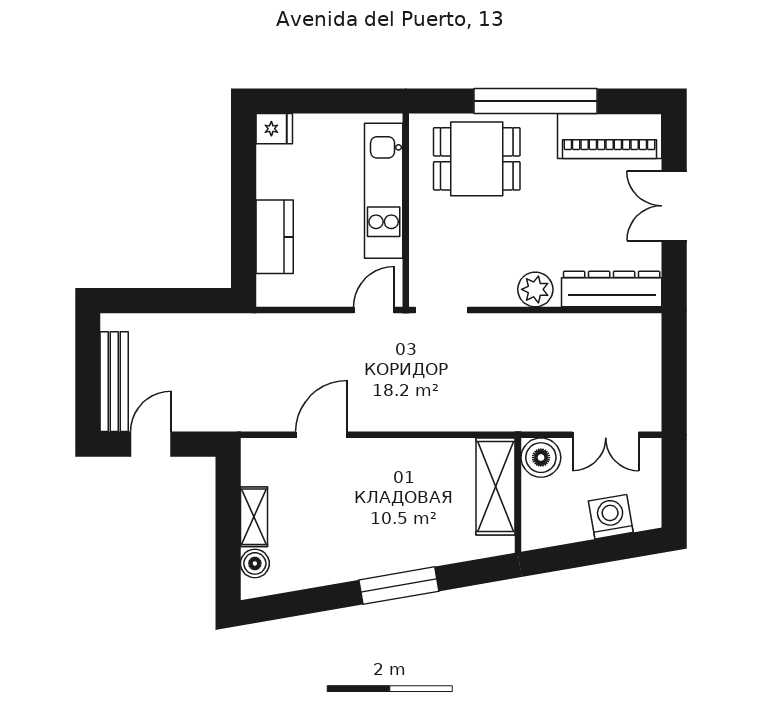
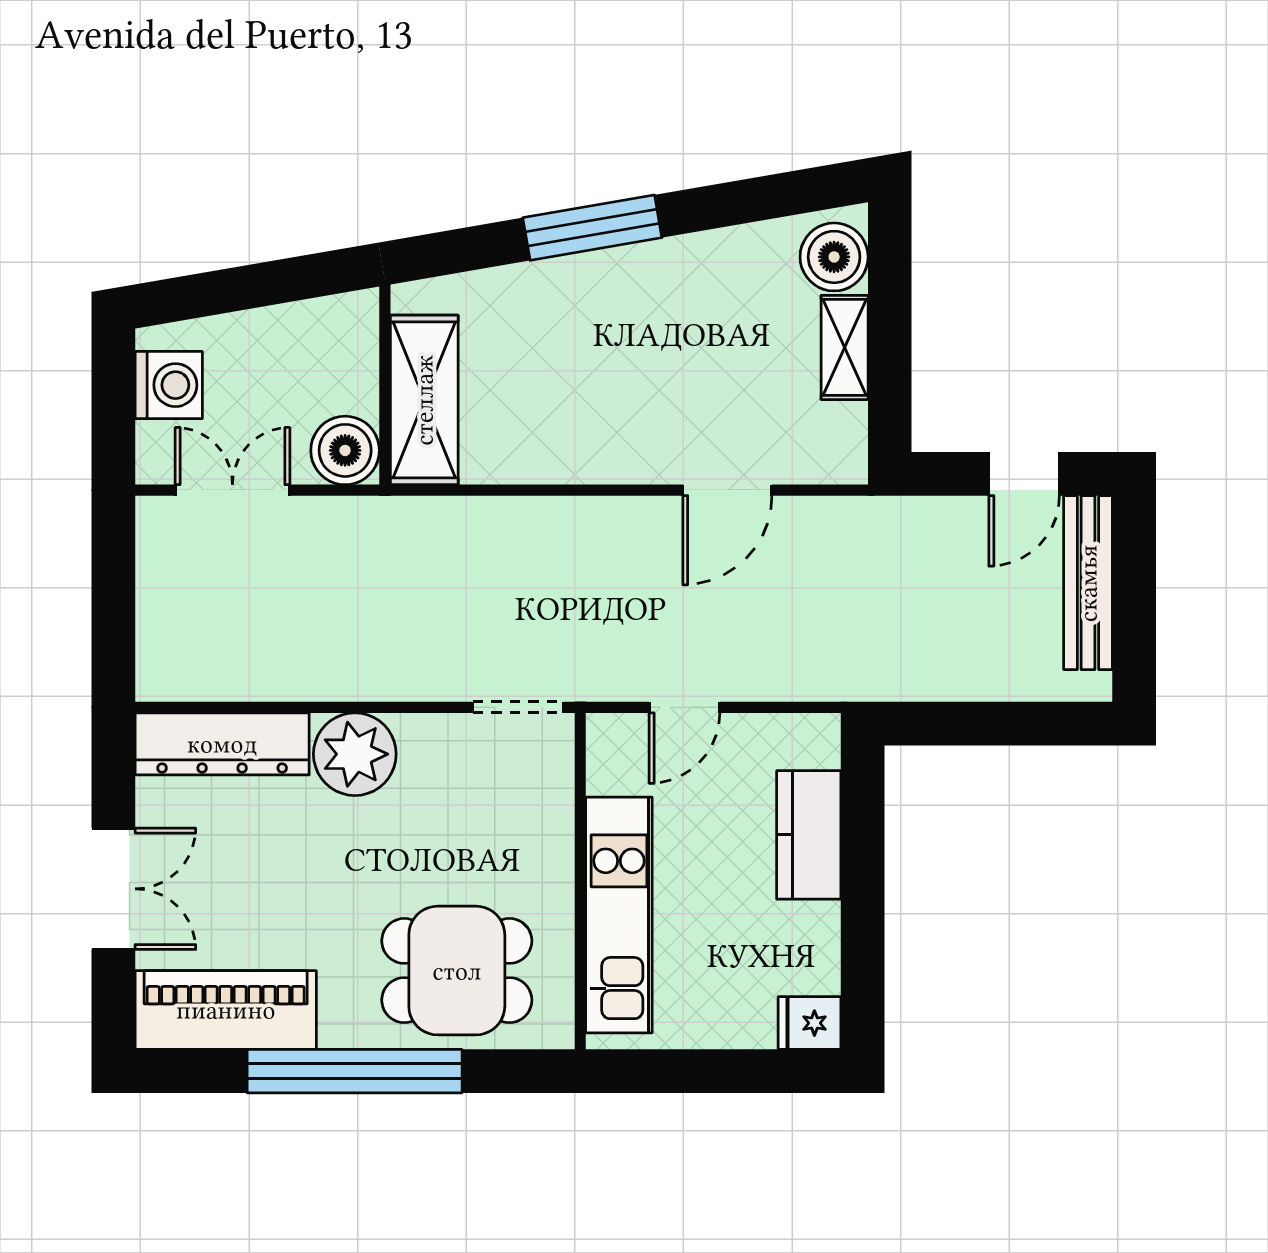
plant: (535, 289) -> (355, 754), width x1.36, depth x1.36
door: (374, 310) -> (684, 707), moved
washing machine: (611, 517) -> (169, 385), moved, turned -80
boiler: (255, 563) -> (834, 257), width x1.36, depth x1.36

